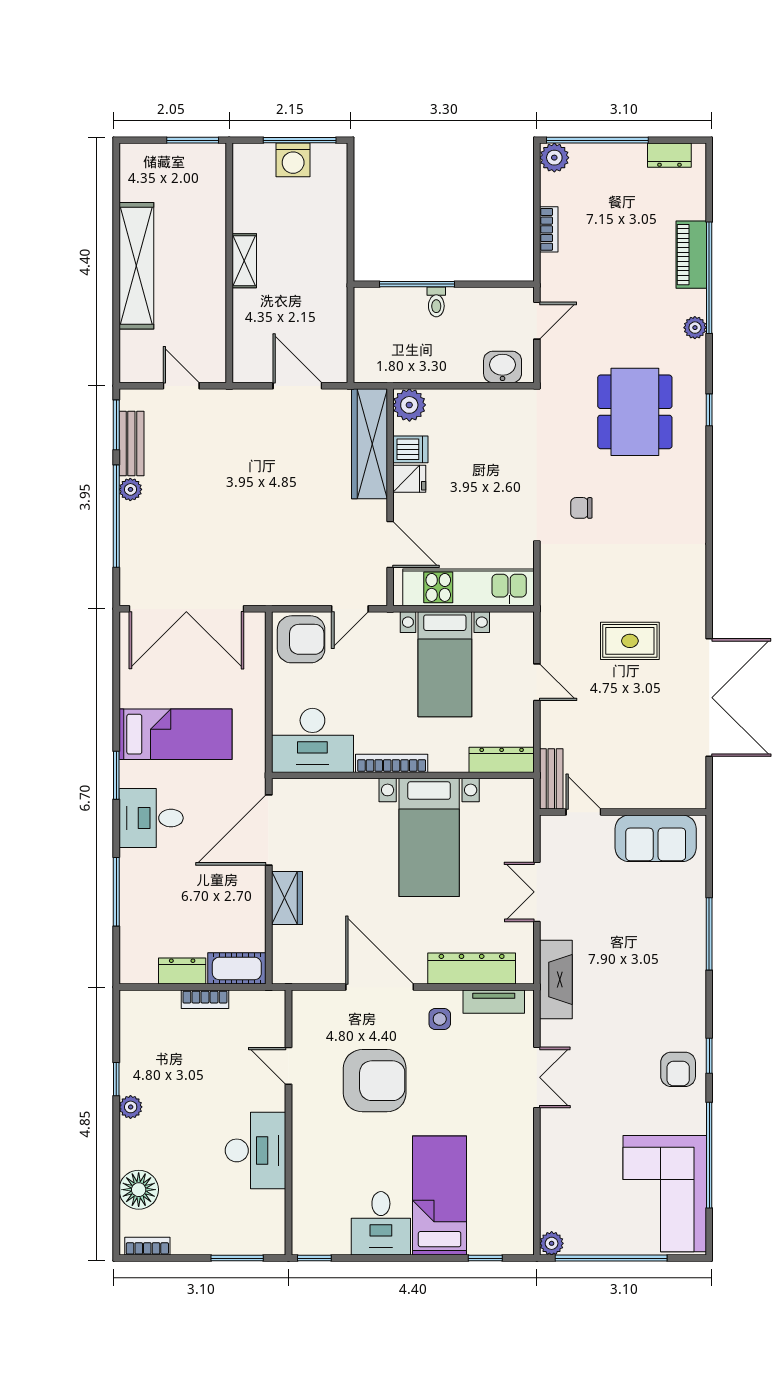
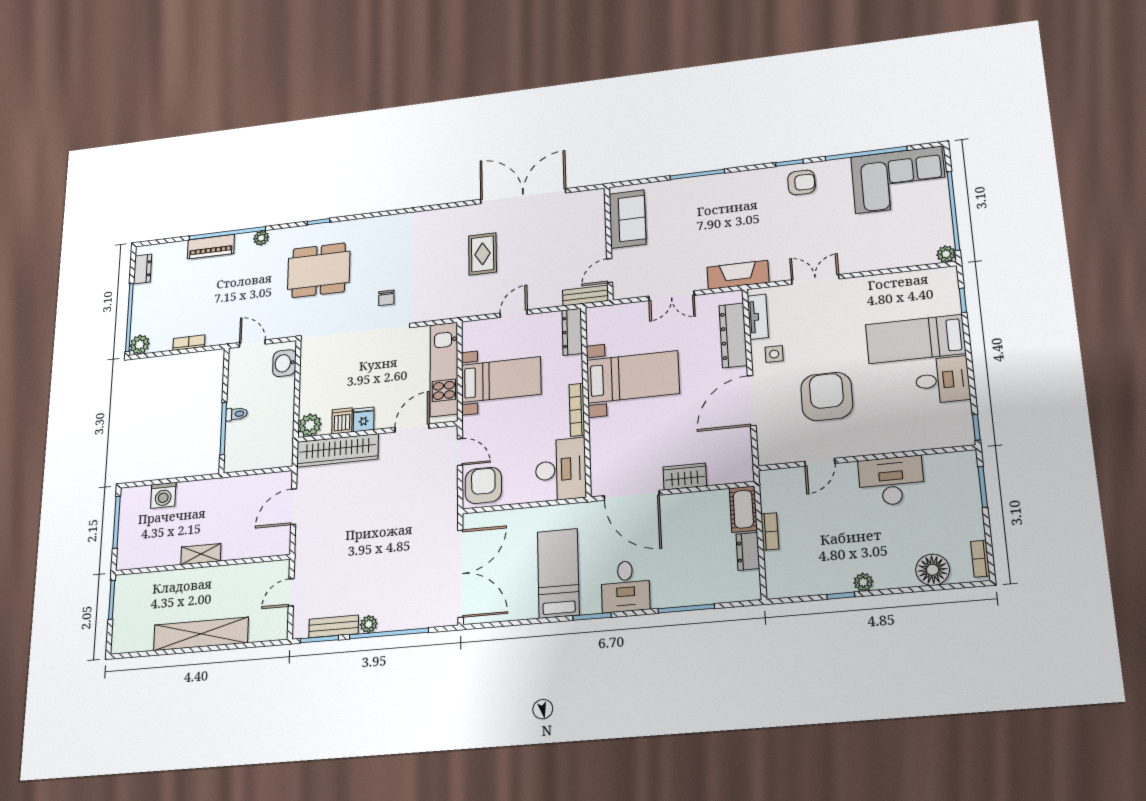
washing machine: (293, 160) -> (163, 495), moved, turned 90

